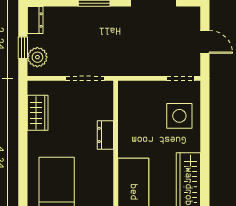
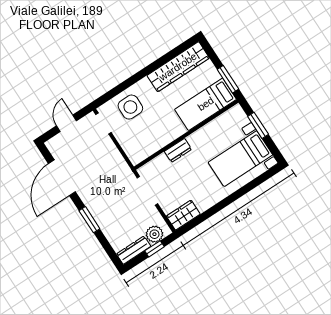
dresser: (35, 20) -> (134, 250), width x1.44
wardrobe: (38, 113) -> (183, 215), moved

